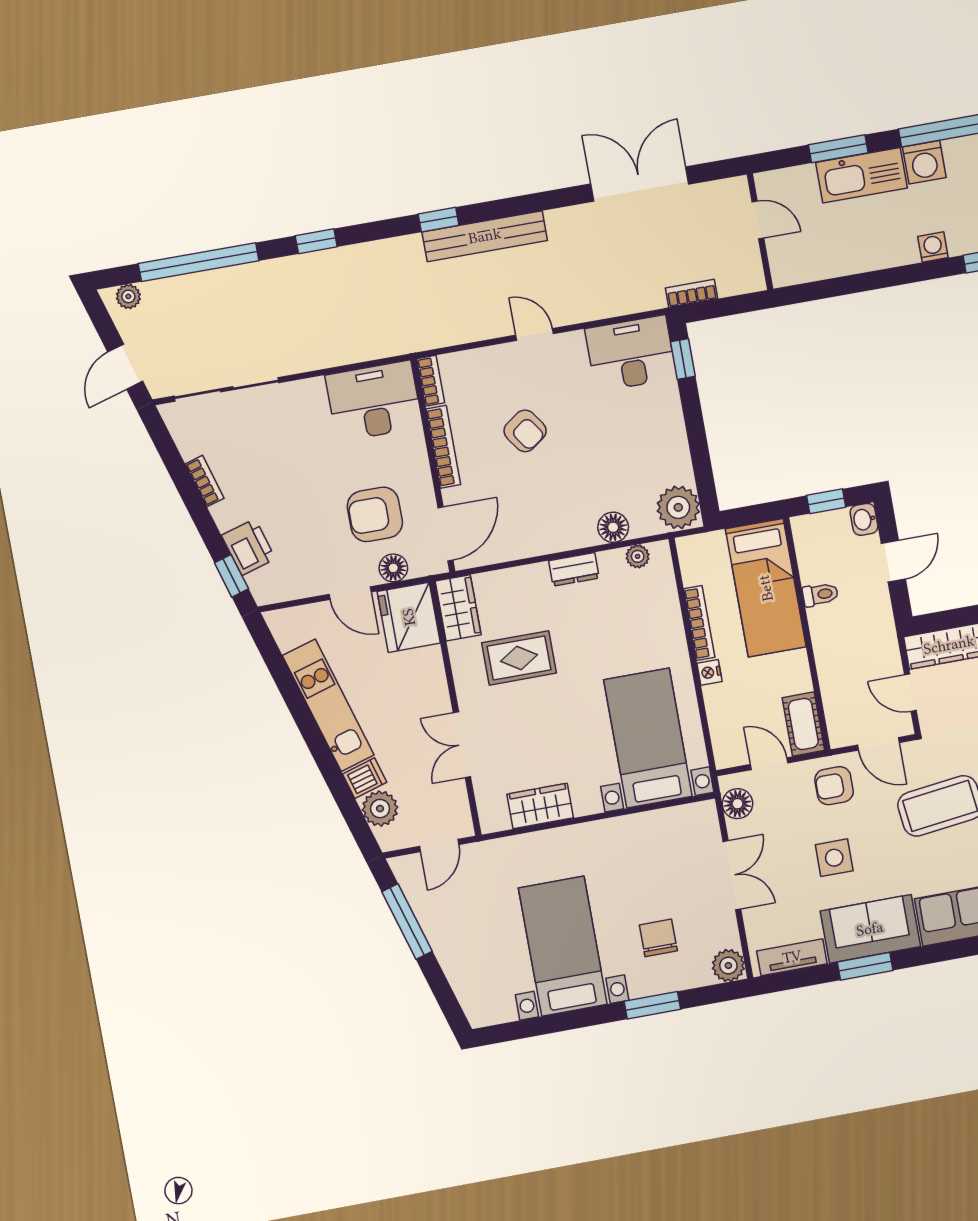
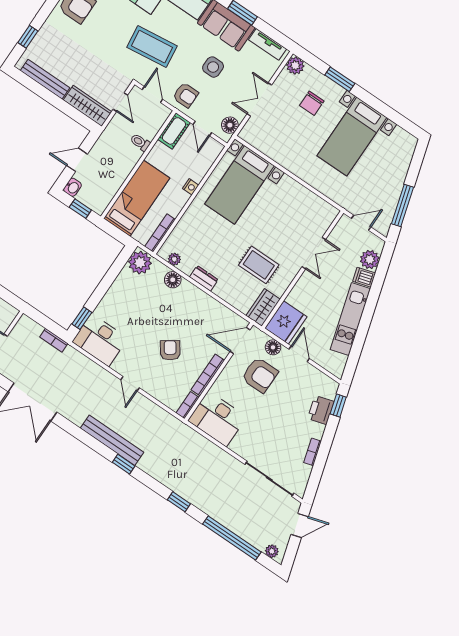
toilet: (820, 595) -> (140, 142), moved
bookcase: (699, 623) -> (160, 233), moved
wardrobe: (540, 806) -> (307, 200), removed

